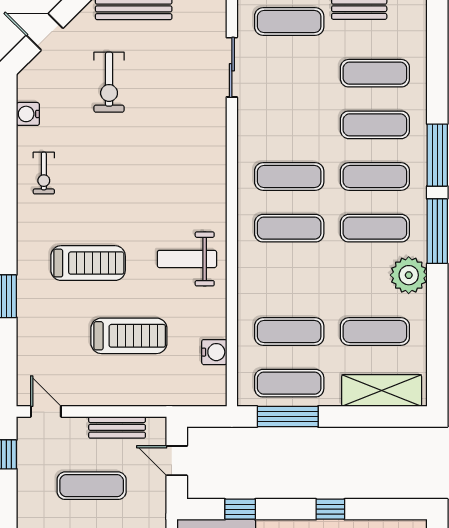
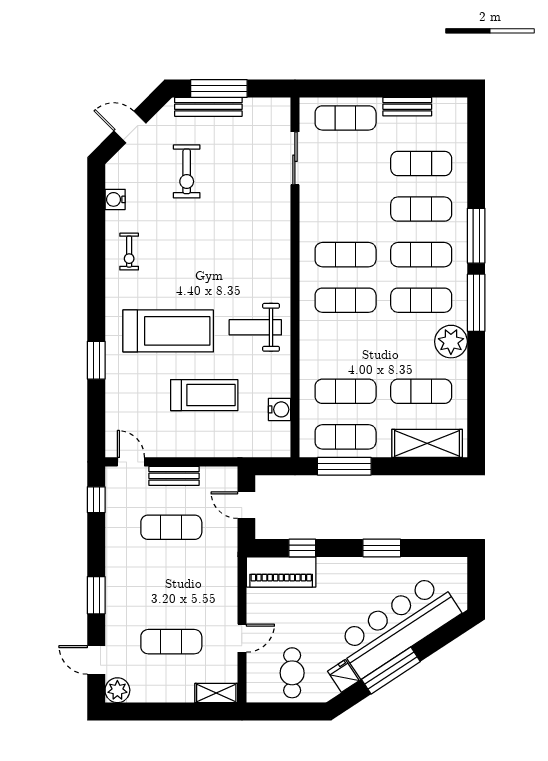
treadmill: (88, 263) -> (168, 331), width x1.37, depth x1.38
bench: (117, 427) -> (174, 476), moved
window: (330, 509) -> (382, 548), width x1.50

